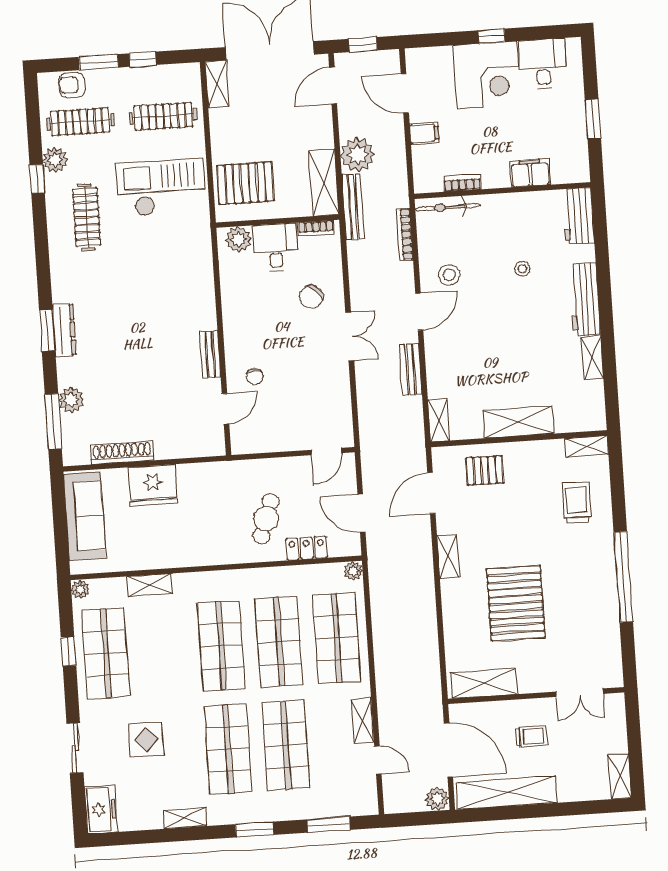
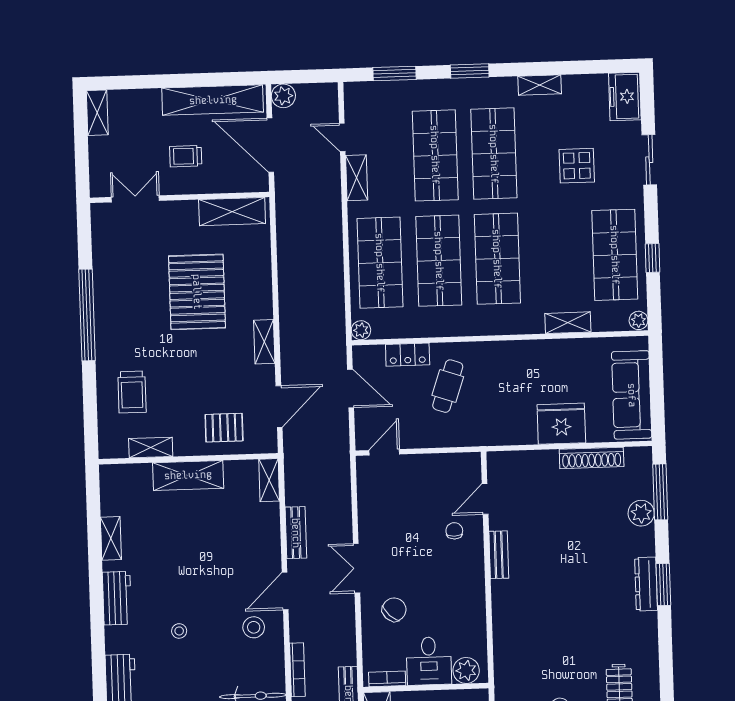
workbench: (585, 299) -> (117, 598), width x0.73
shelving: (587, 446) -> (151, 448), moved

